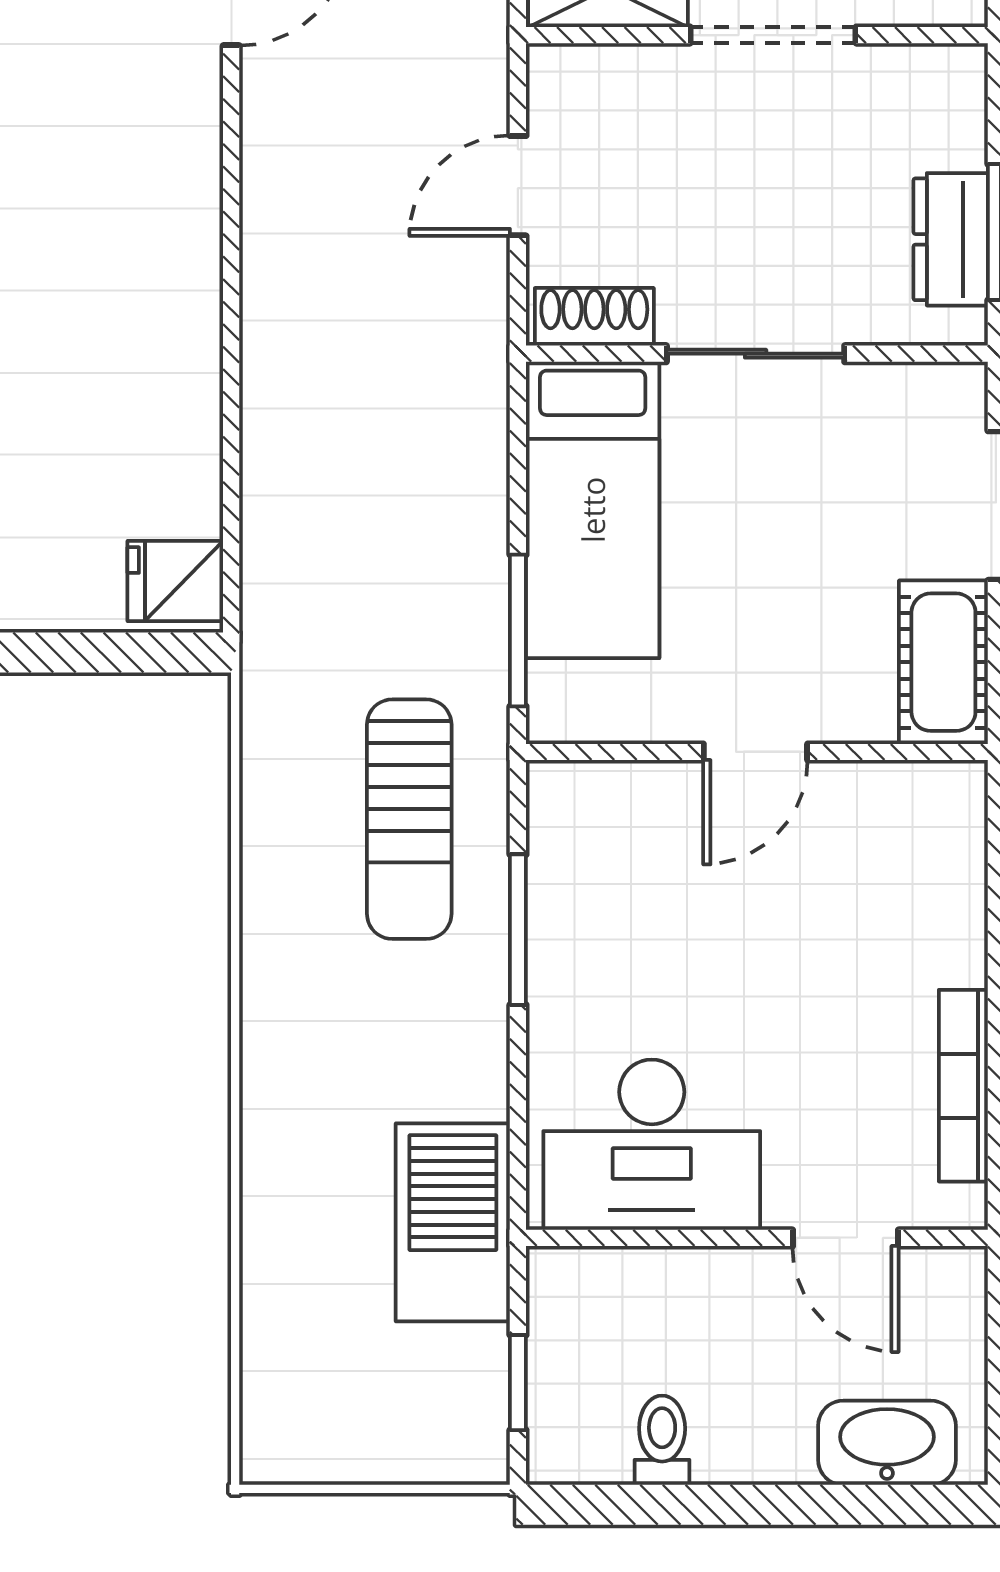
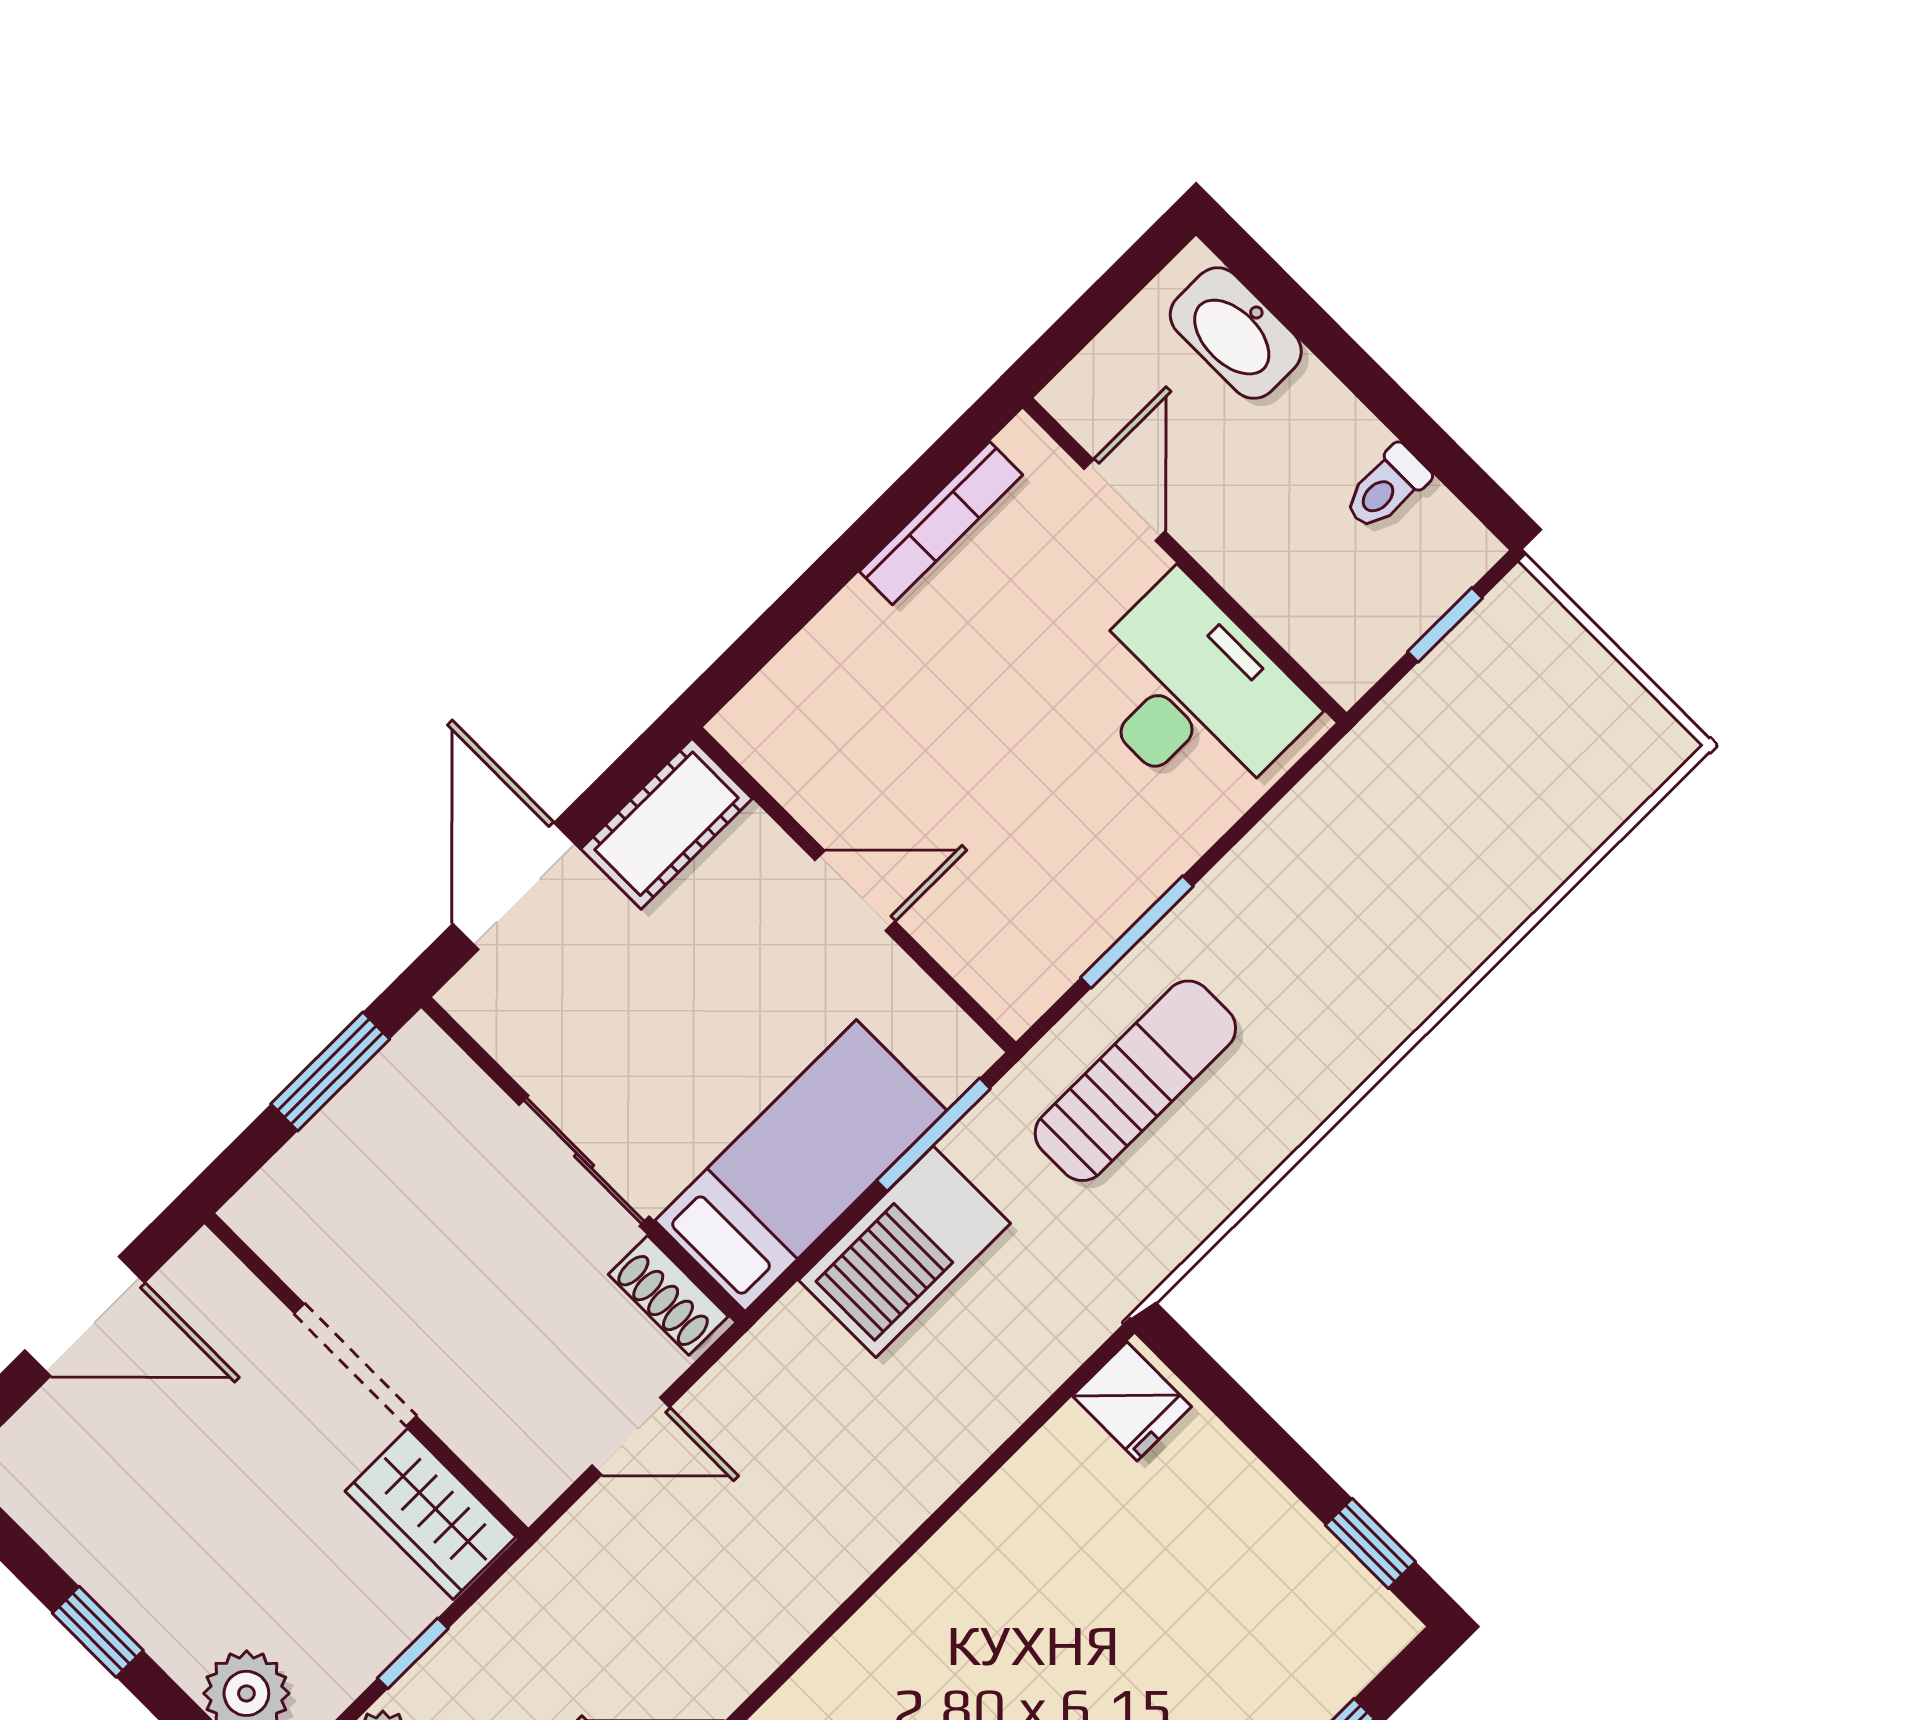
dresser: (951, 239) -> (374, 1105), removed
barbecue: (453, 1222) -> (904, 1252), moved

